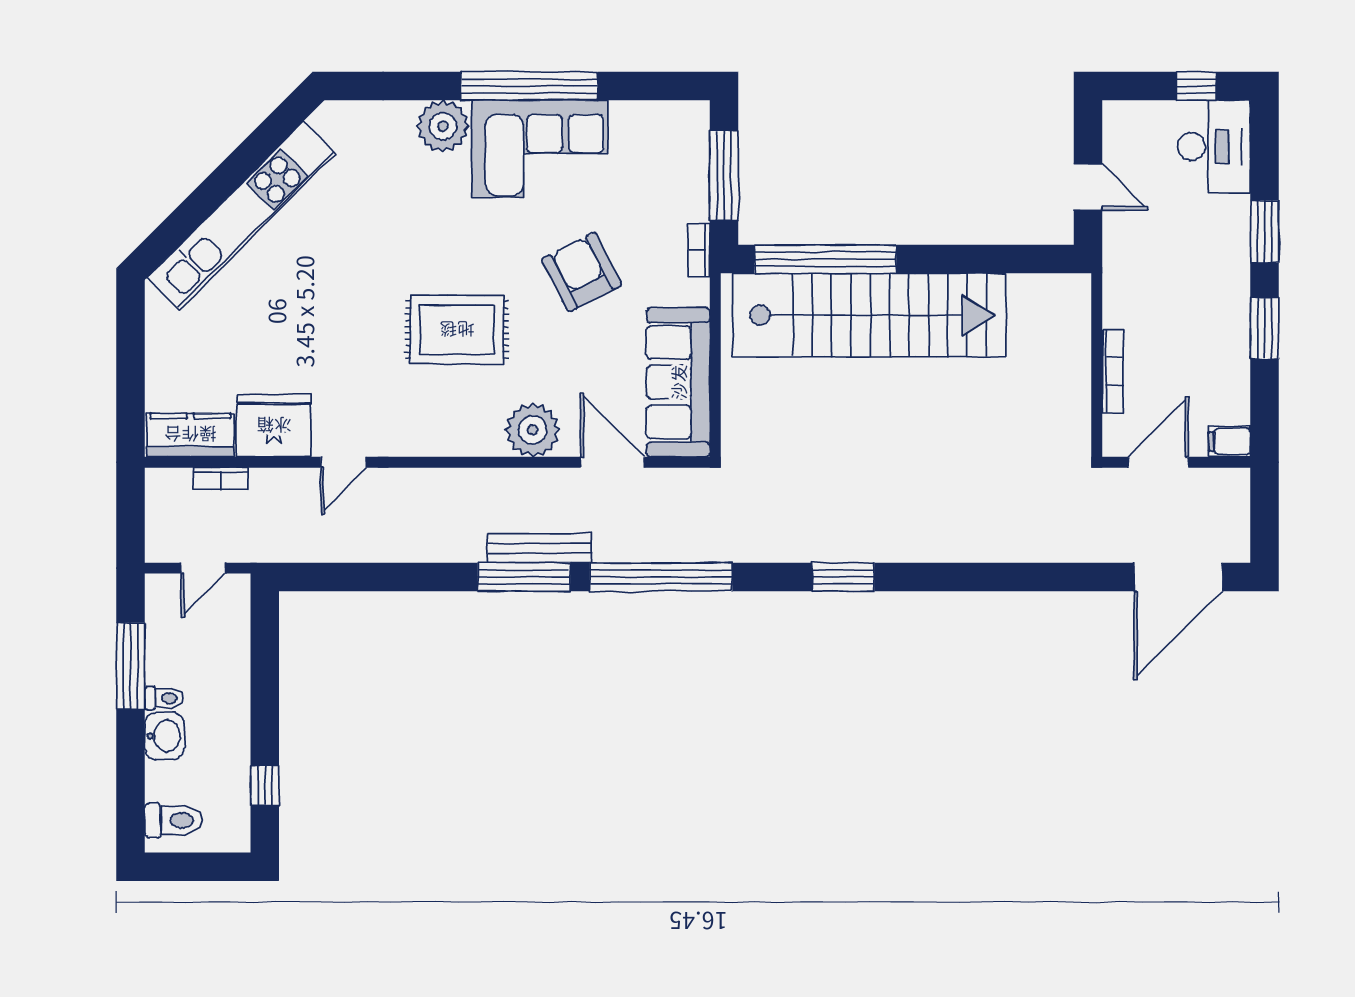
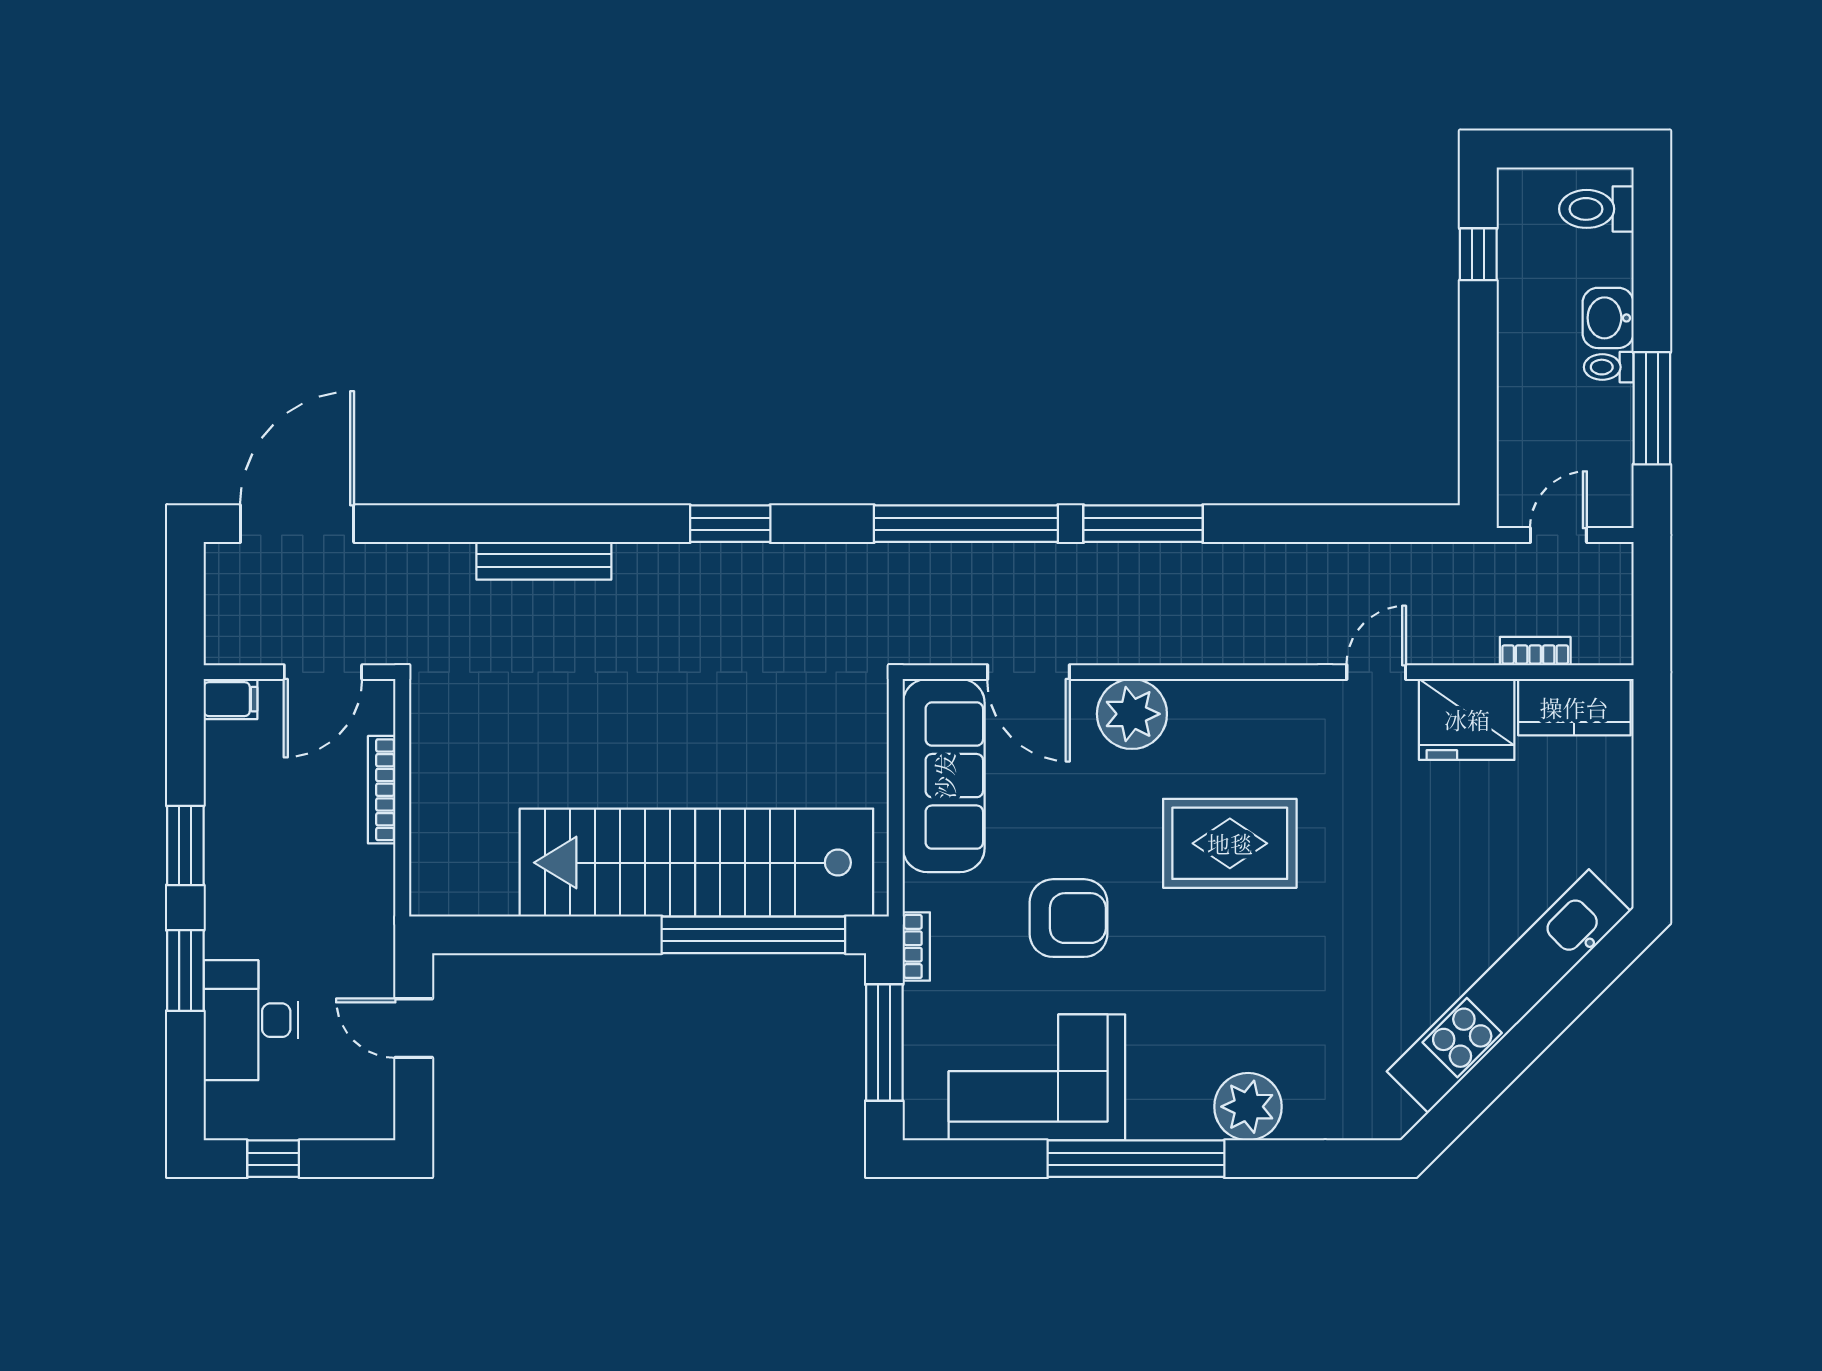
desk: (1214, 147) -> (251, 1020), moved
corner sofa: (540, 149) -> (1037, 1077), moved
armchair: (582, 272) -> (1069, 918), turned -63
bench: (540, 548) -> (544, 561), moved

